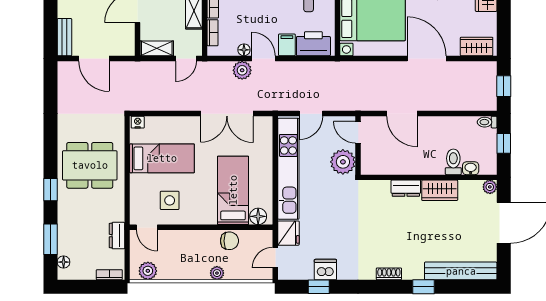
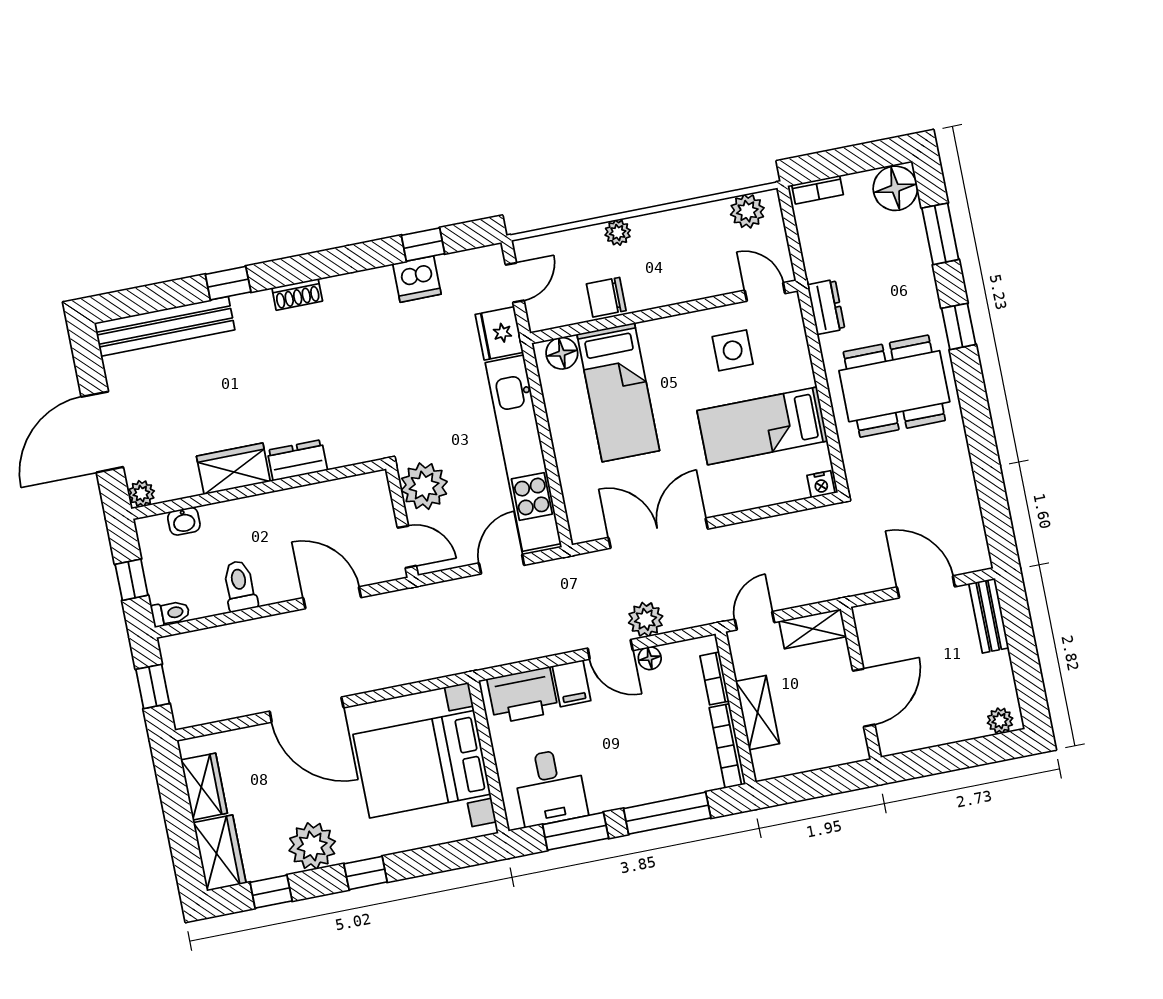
wardrobe: (477, 46) -> (204, 787), moved, turned -90
toilet: (453, 162) -> (240, 586), moved, turned 180
dresser: (117, 236) -> (826, 307), moved
floor lamp: (64, 262) -> (895, 188), width x1.89, depth x1.89

